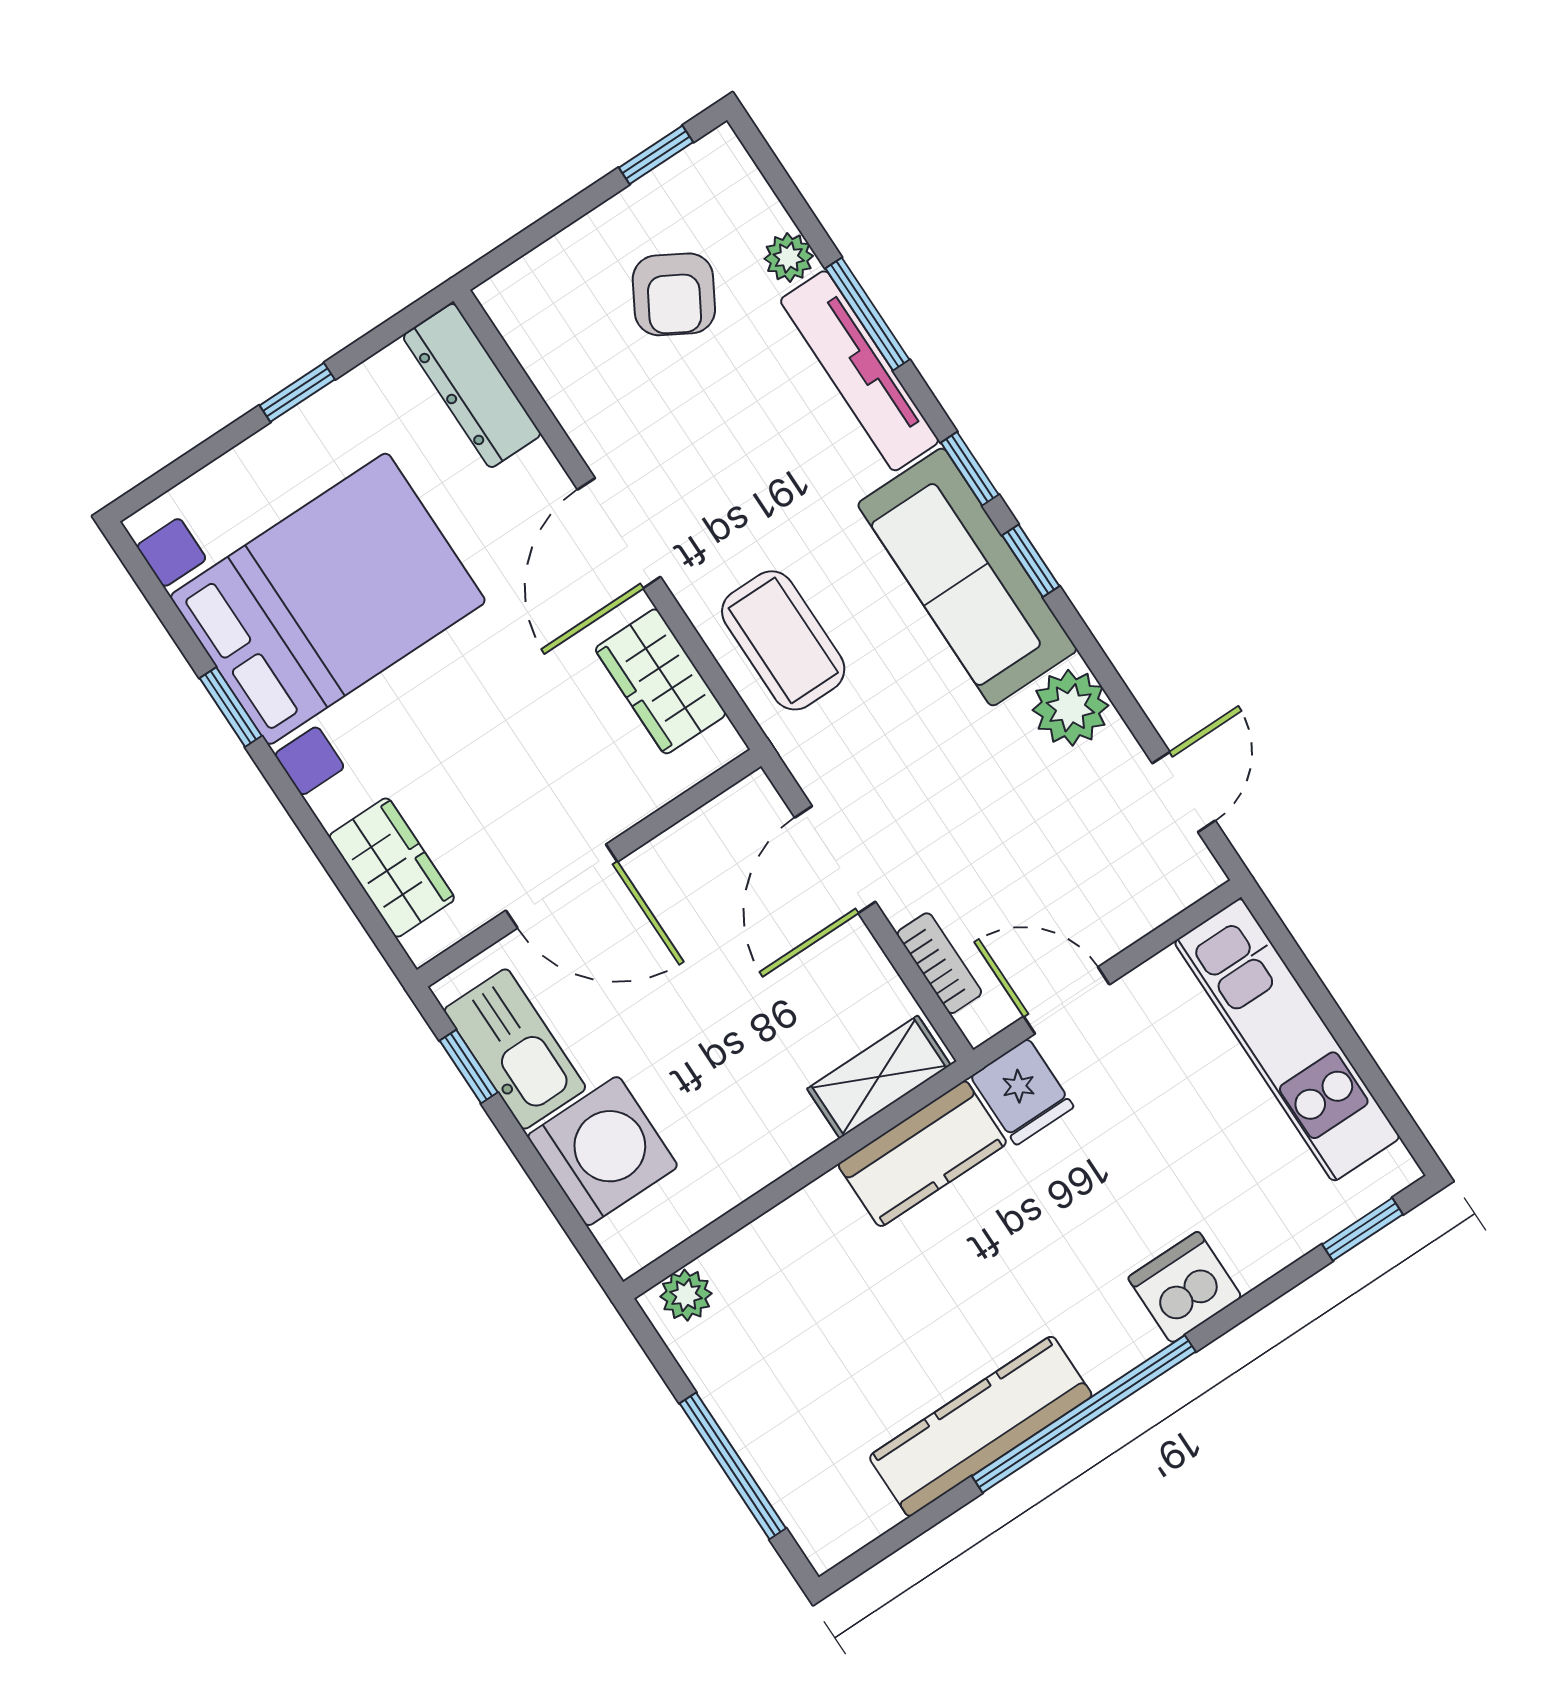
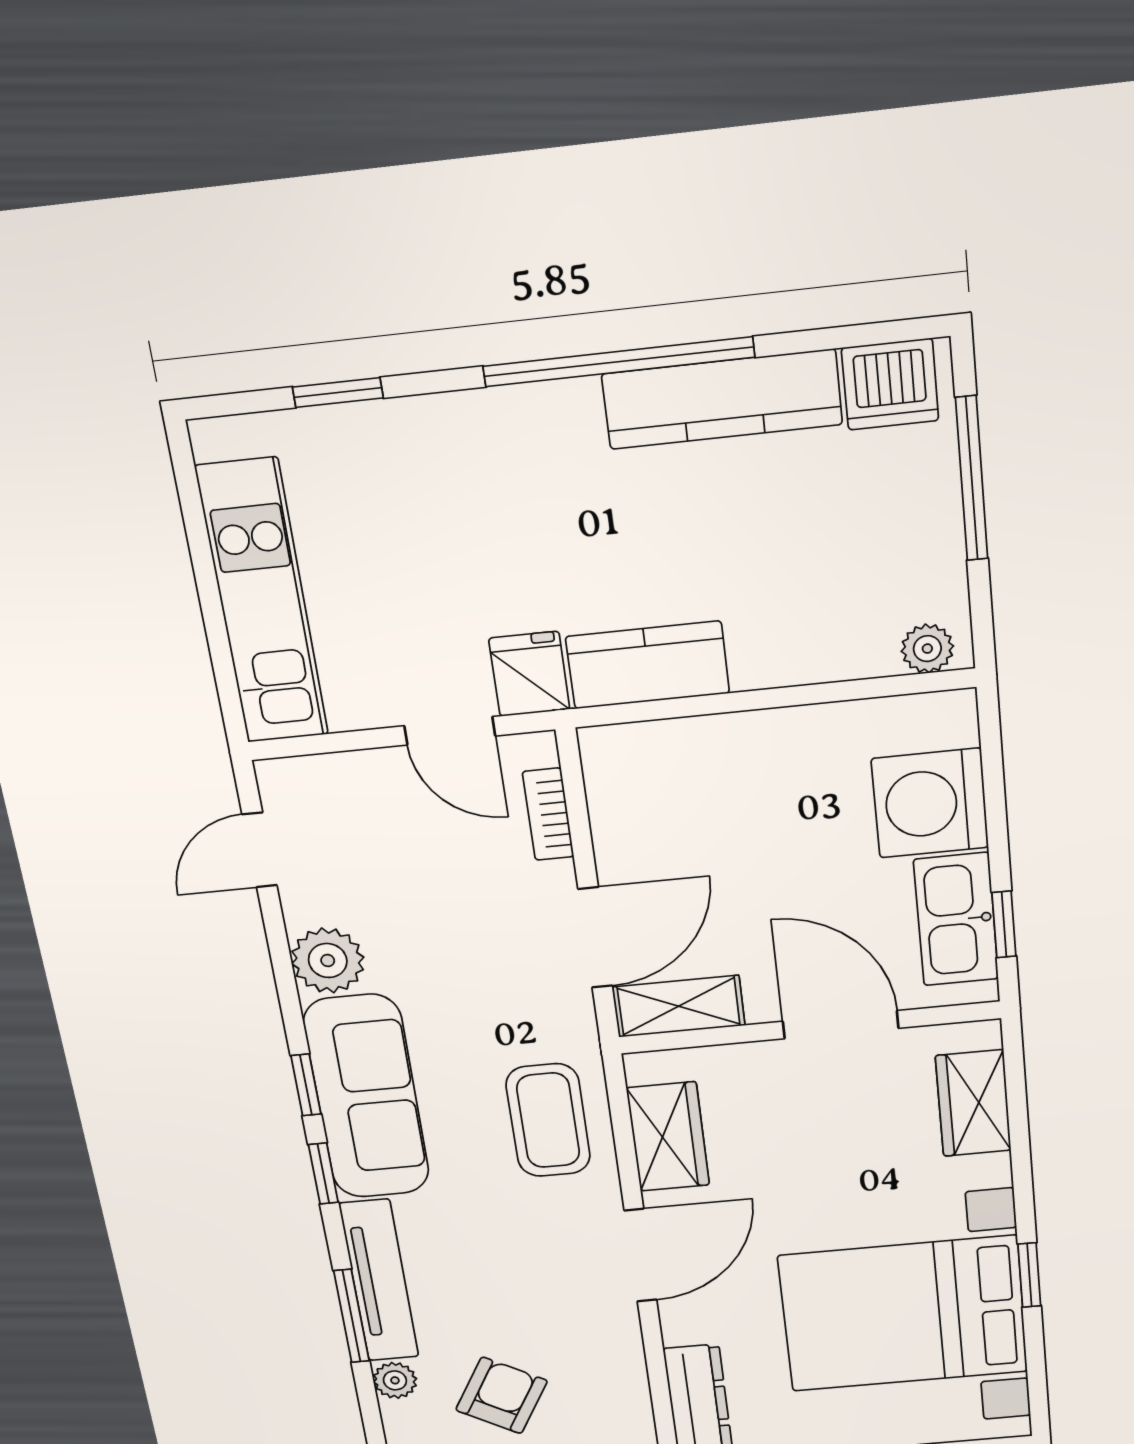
shelving: (879, 1077) -> (679, 1006), moved
window: (1363, 1229) -> (338, 393), moved
dishwasher: (1185, 1287) -> (890, 384), moved

